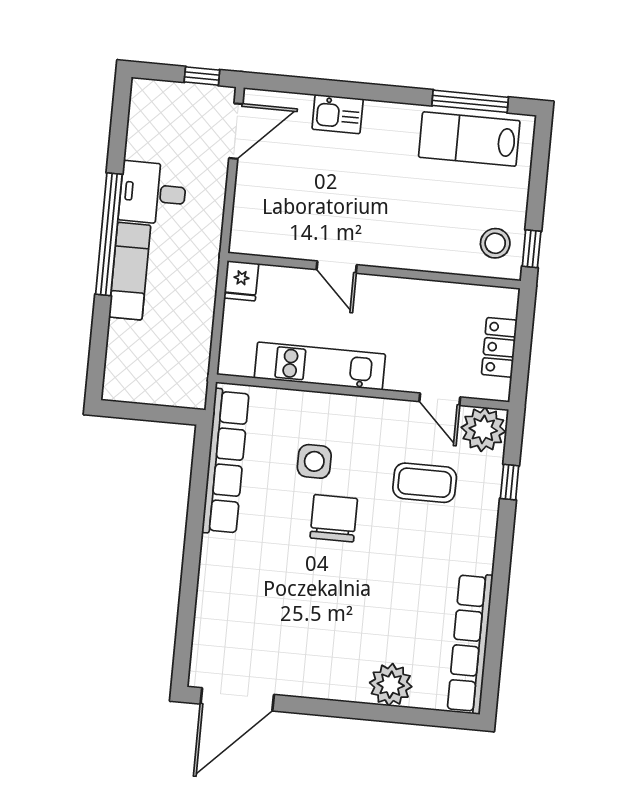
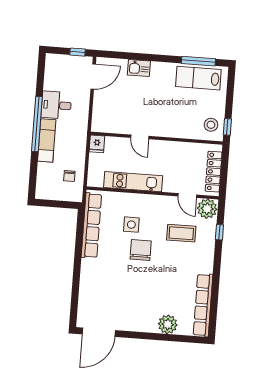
locker: (499, 347) -> (214, 172), width x1.53
chair: (179, 351) -> (69, 176), added

